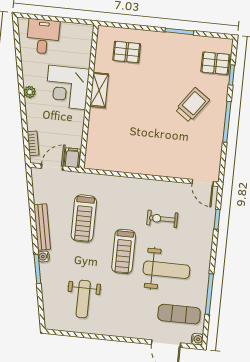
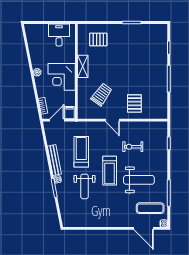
desk: (43, 37) -> (59, 35), moved
pallet: (215, 63) -> (134, 103), moved, turned 90
corner desk: (67, 87) -> (62, 77), moved
trolley: (192, 105) -> (102, 95), moved
door: (203, 183) -> (112, 120), moved
treadmill: (84, 218) -> (81, 152), turned 180
weight bench: (83, 299) -> (84, 186), moved

